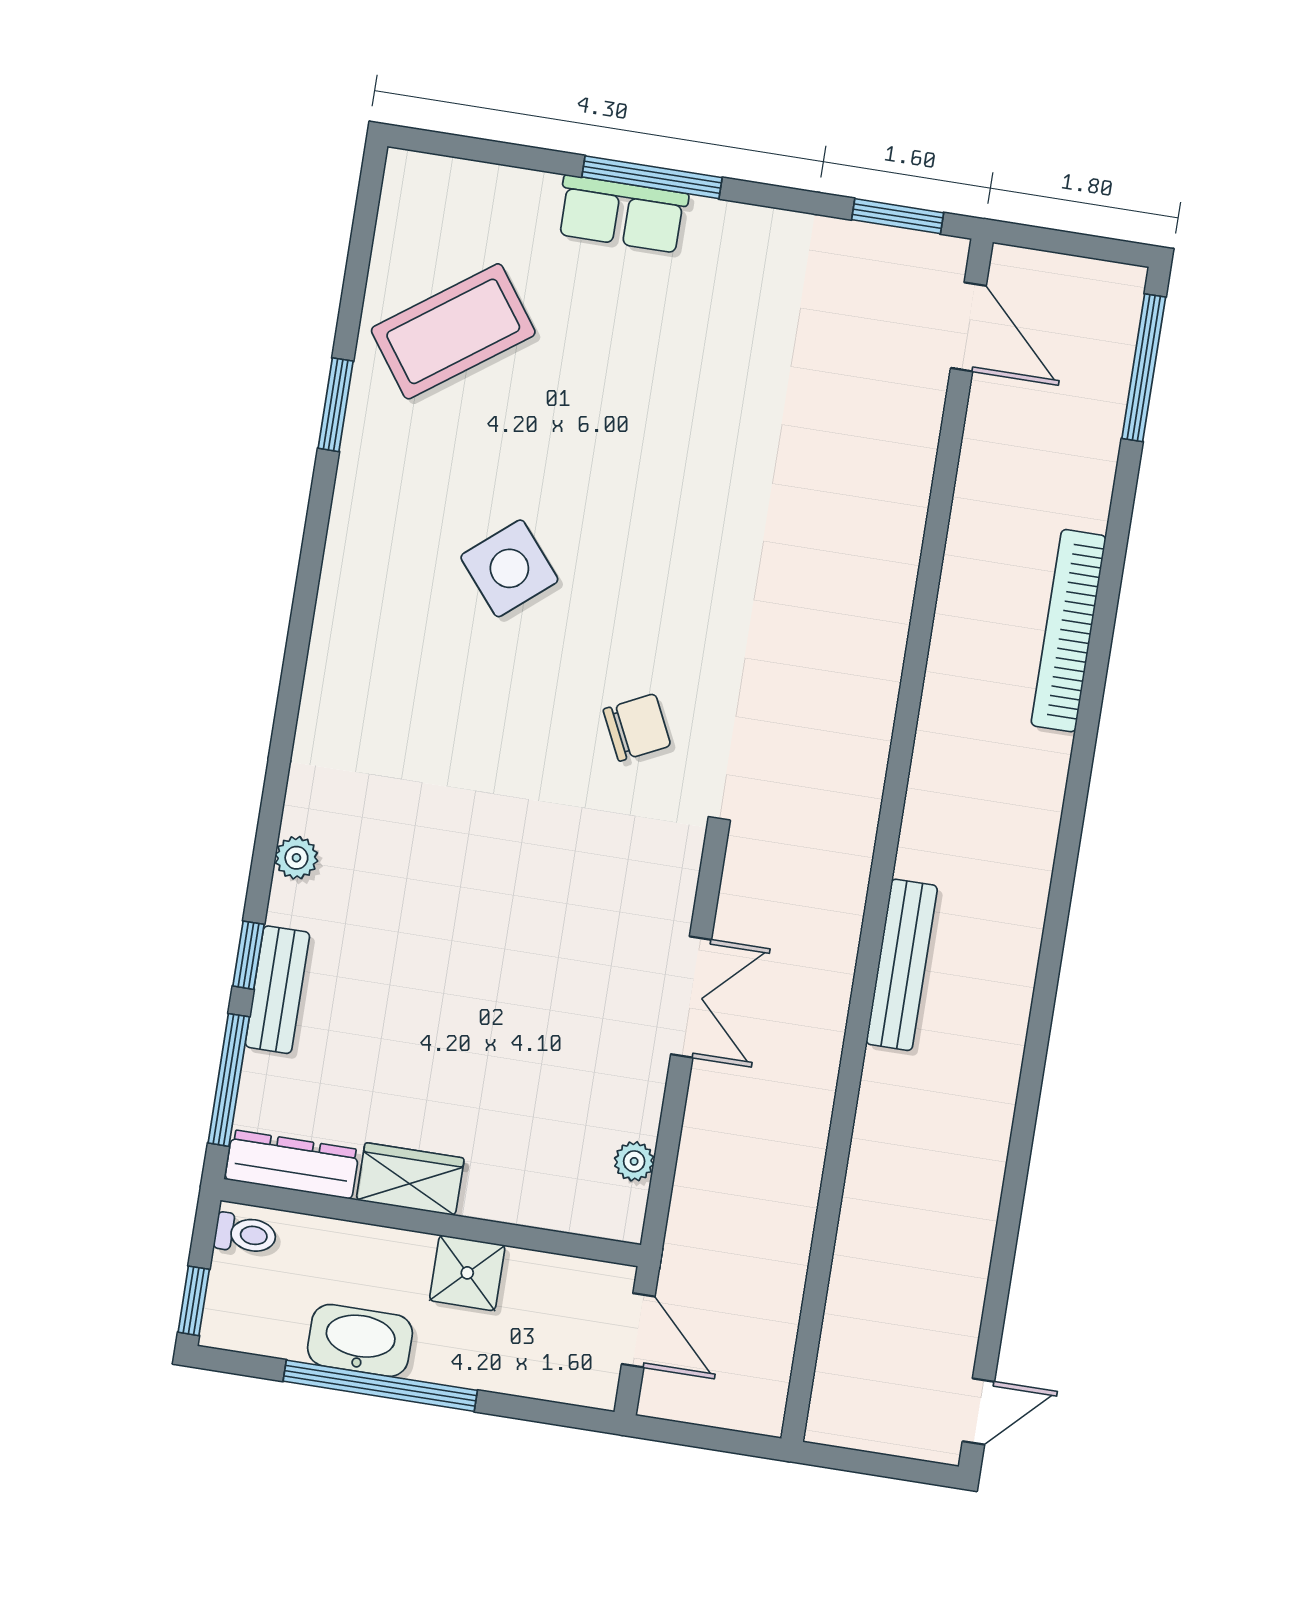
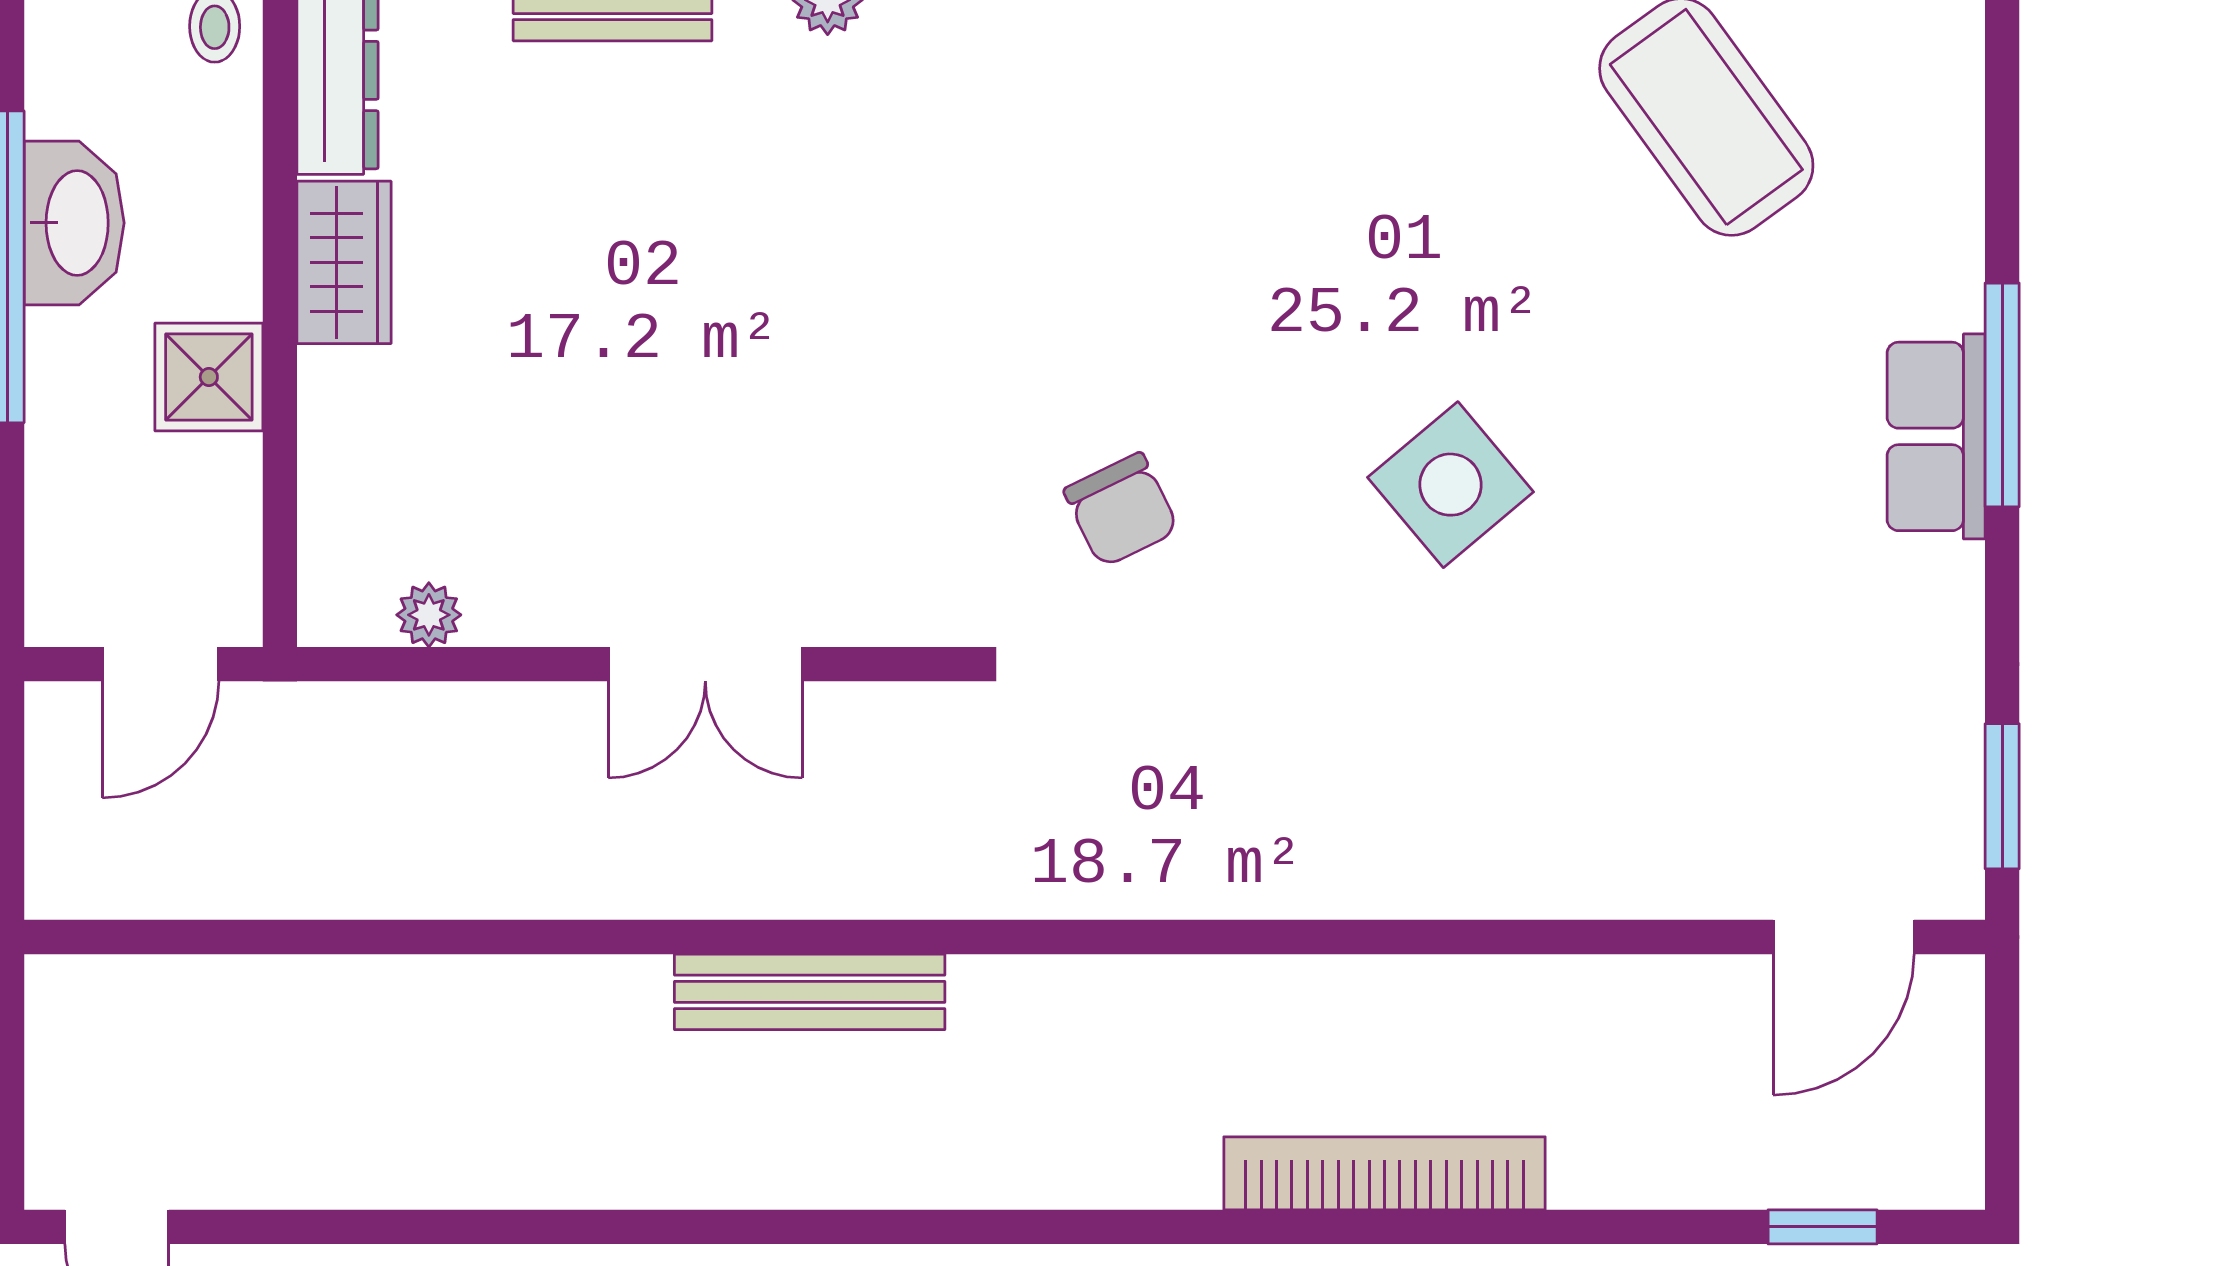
row of seats: (622, 214) -> (1936, 436), moved
window: (1144, 368) -> (1823, 1227), width x0.46
side table: (509, 568) -> (1451, 485), moved

